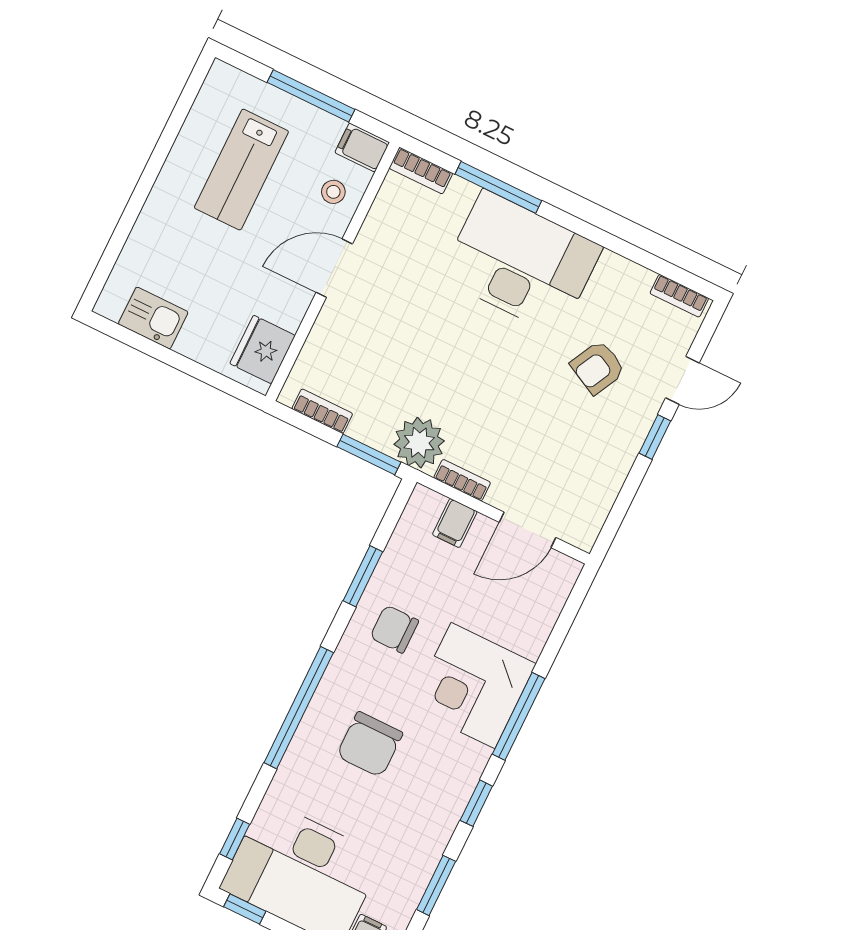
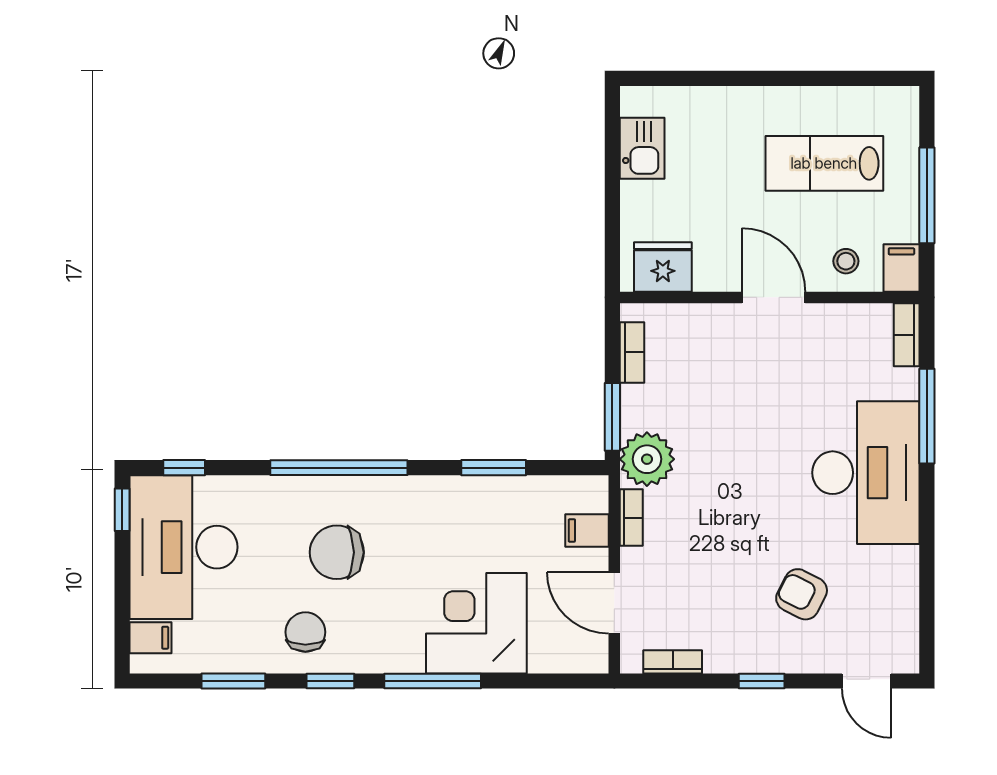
bookcase: (679, 296) -> (673, 662), moved, turned 90
door: (682, 380) -> (866, 681), moved
chair: (394, 629) -> (305, 632), moved
corner desk: (473, 686) -> (476, 623), moved

